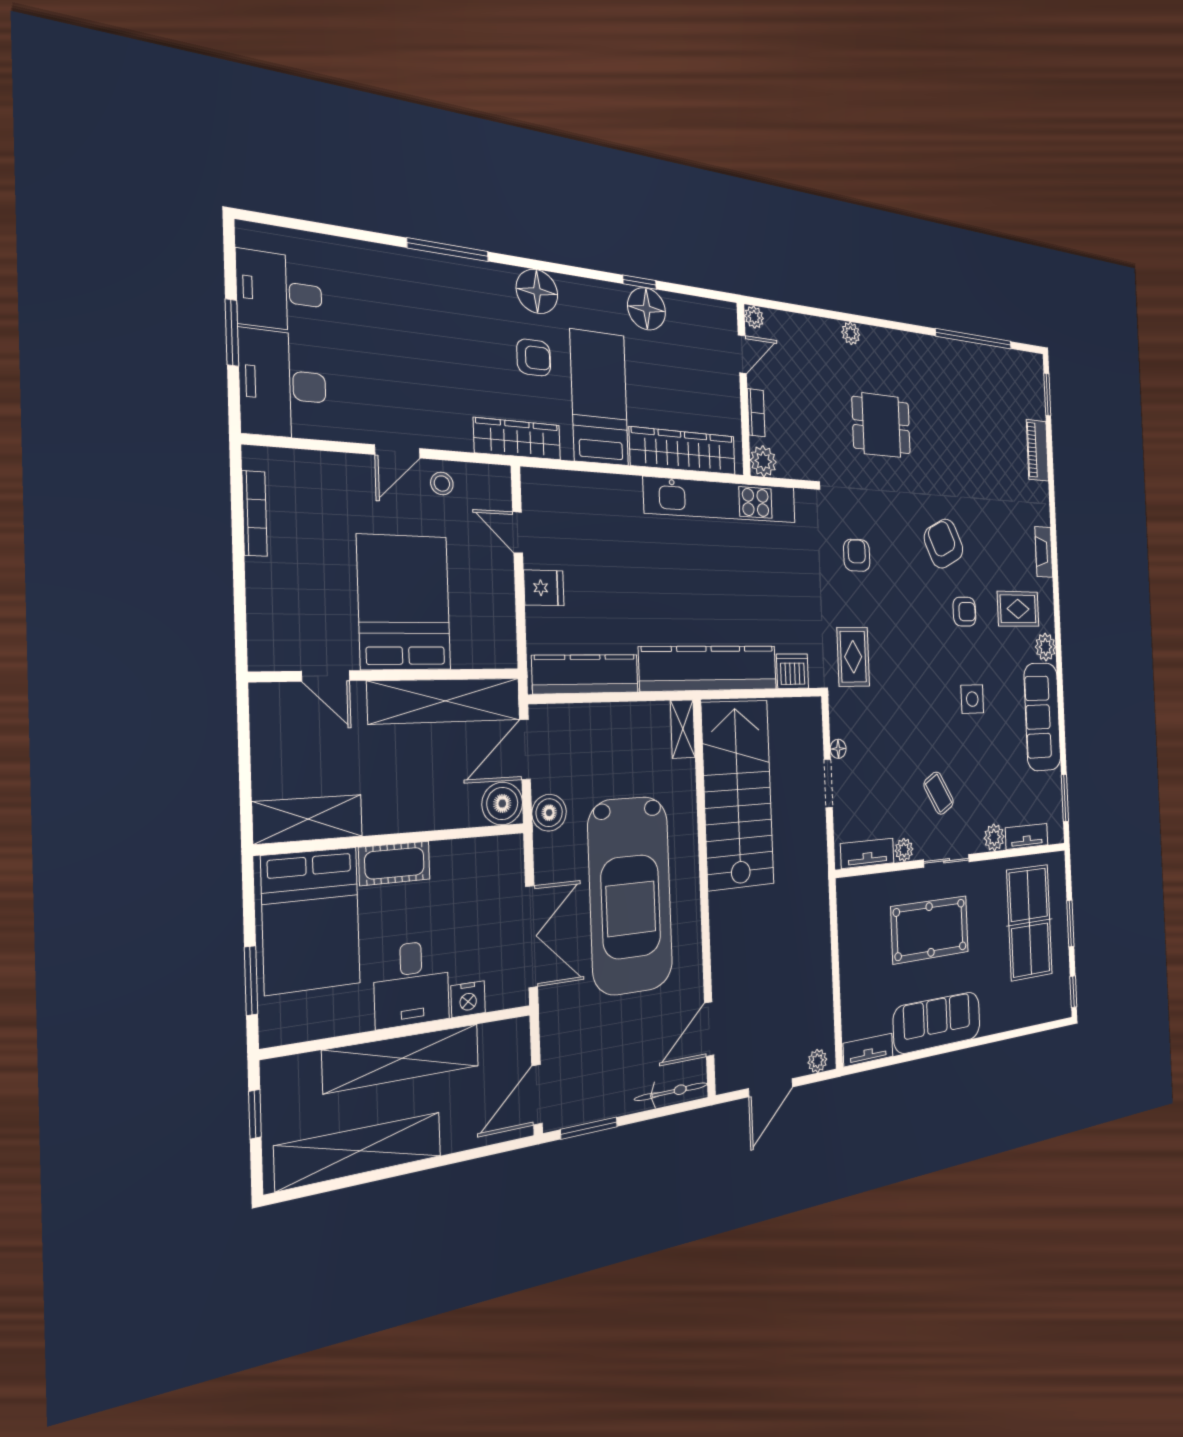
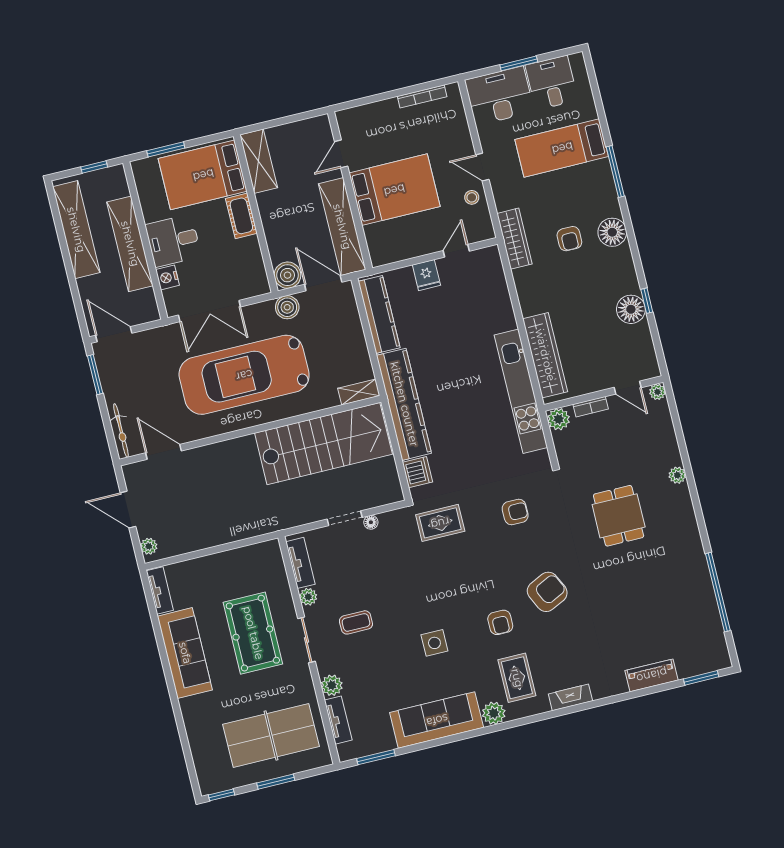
bed: (599, 398) -> (562, 148), moved, turned 180
coffee table: (939, 793) -> (356, 622), turned 31

